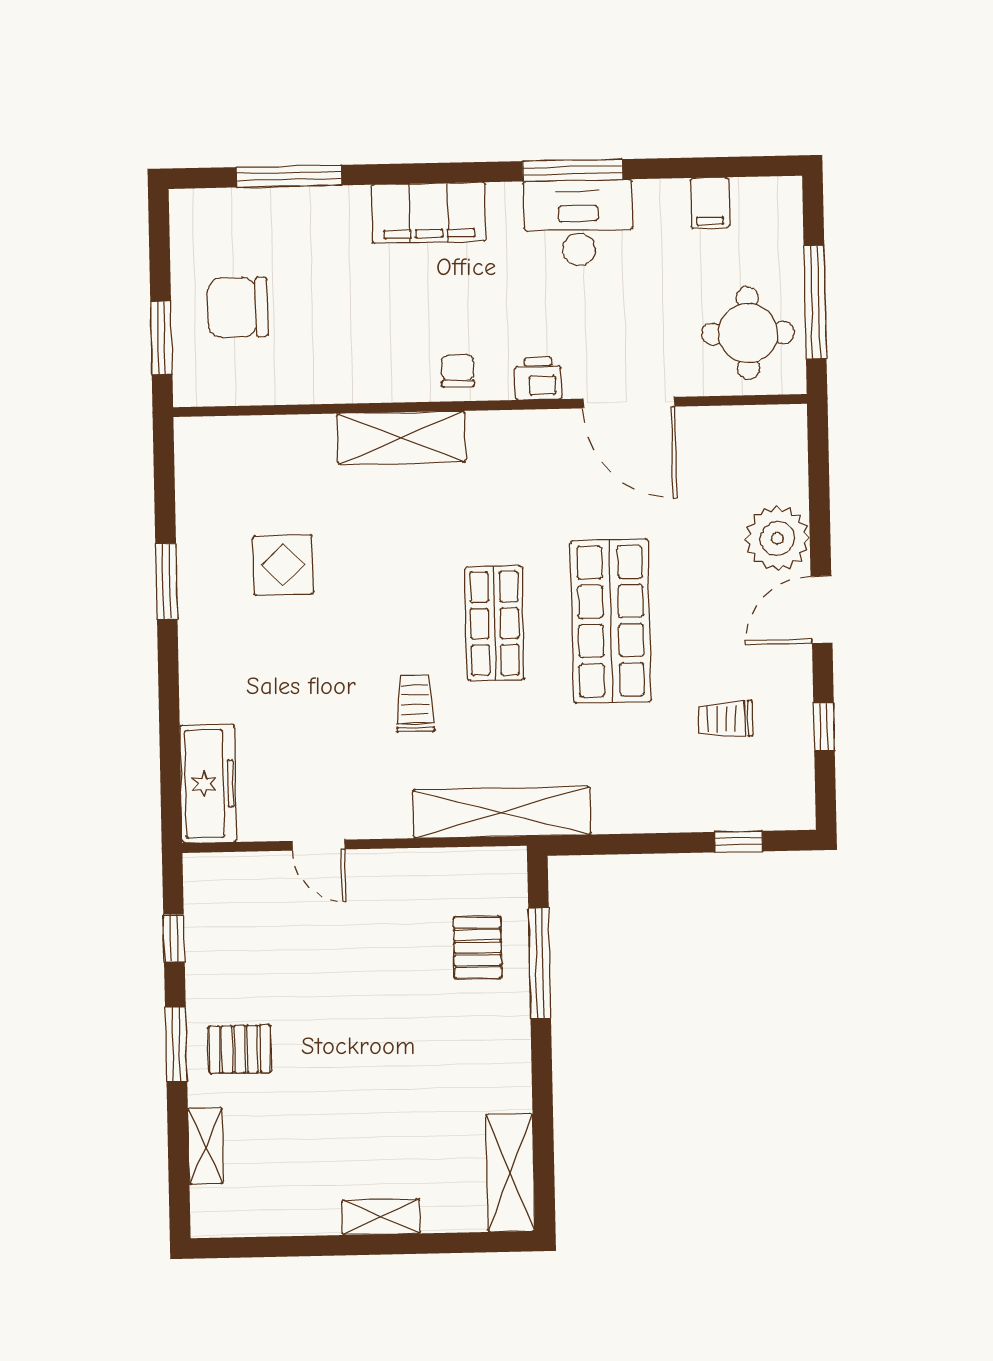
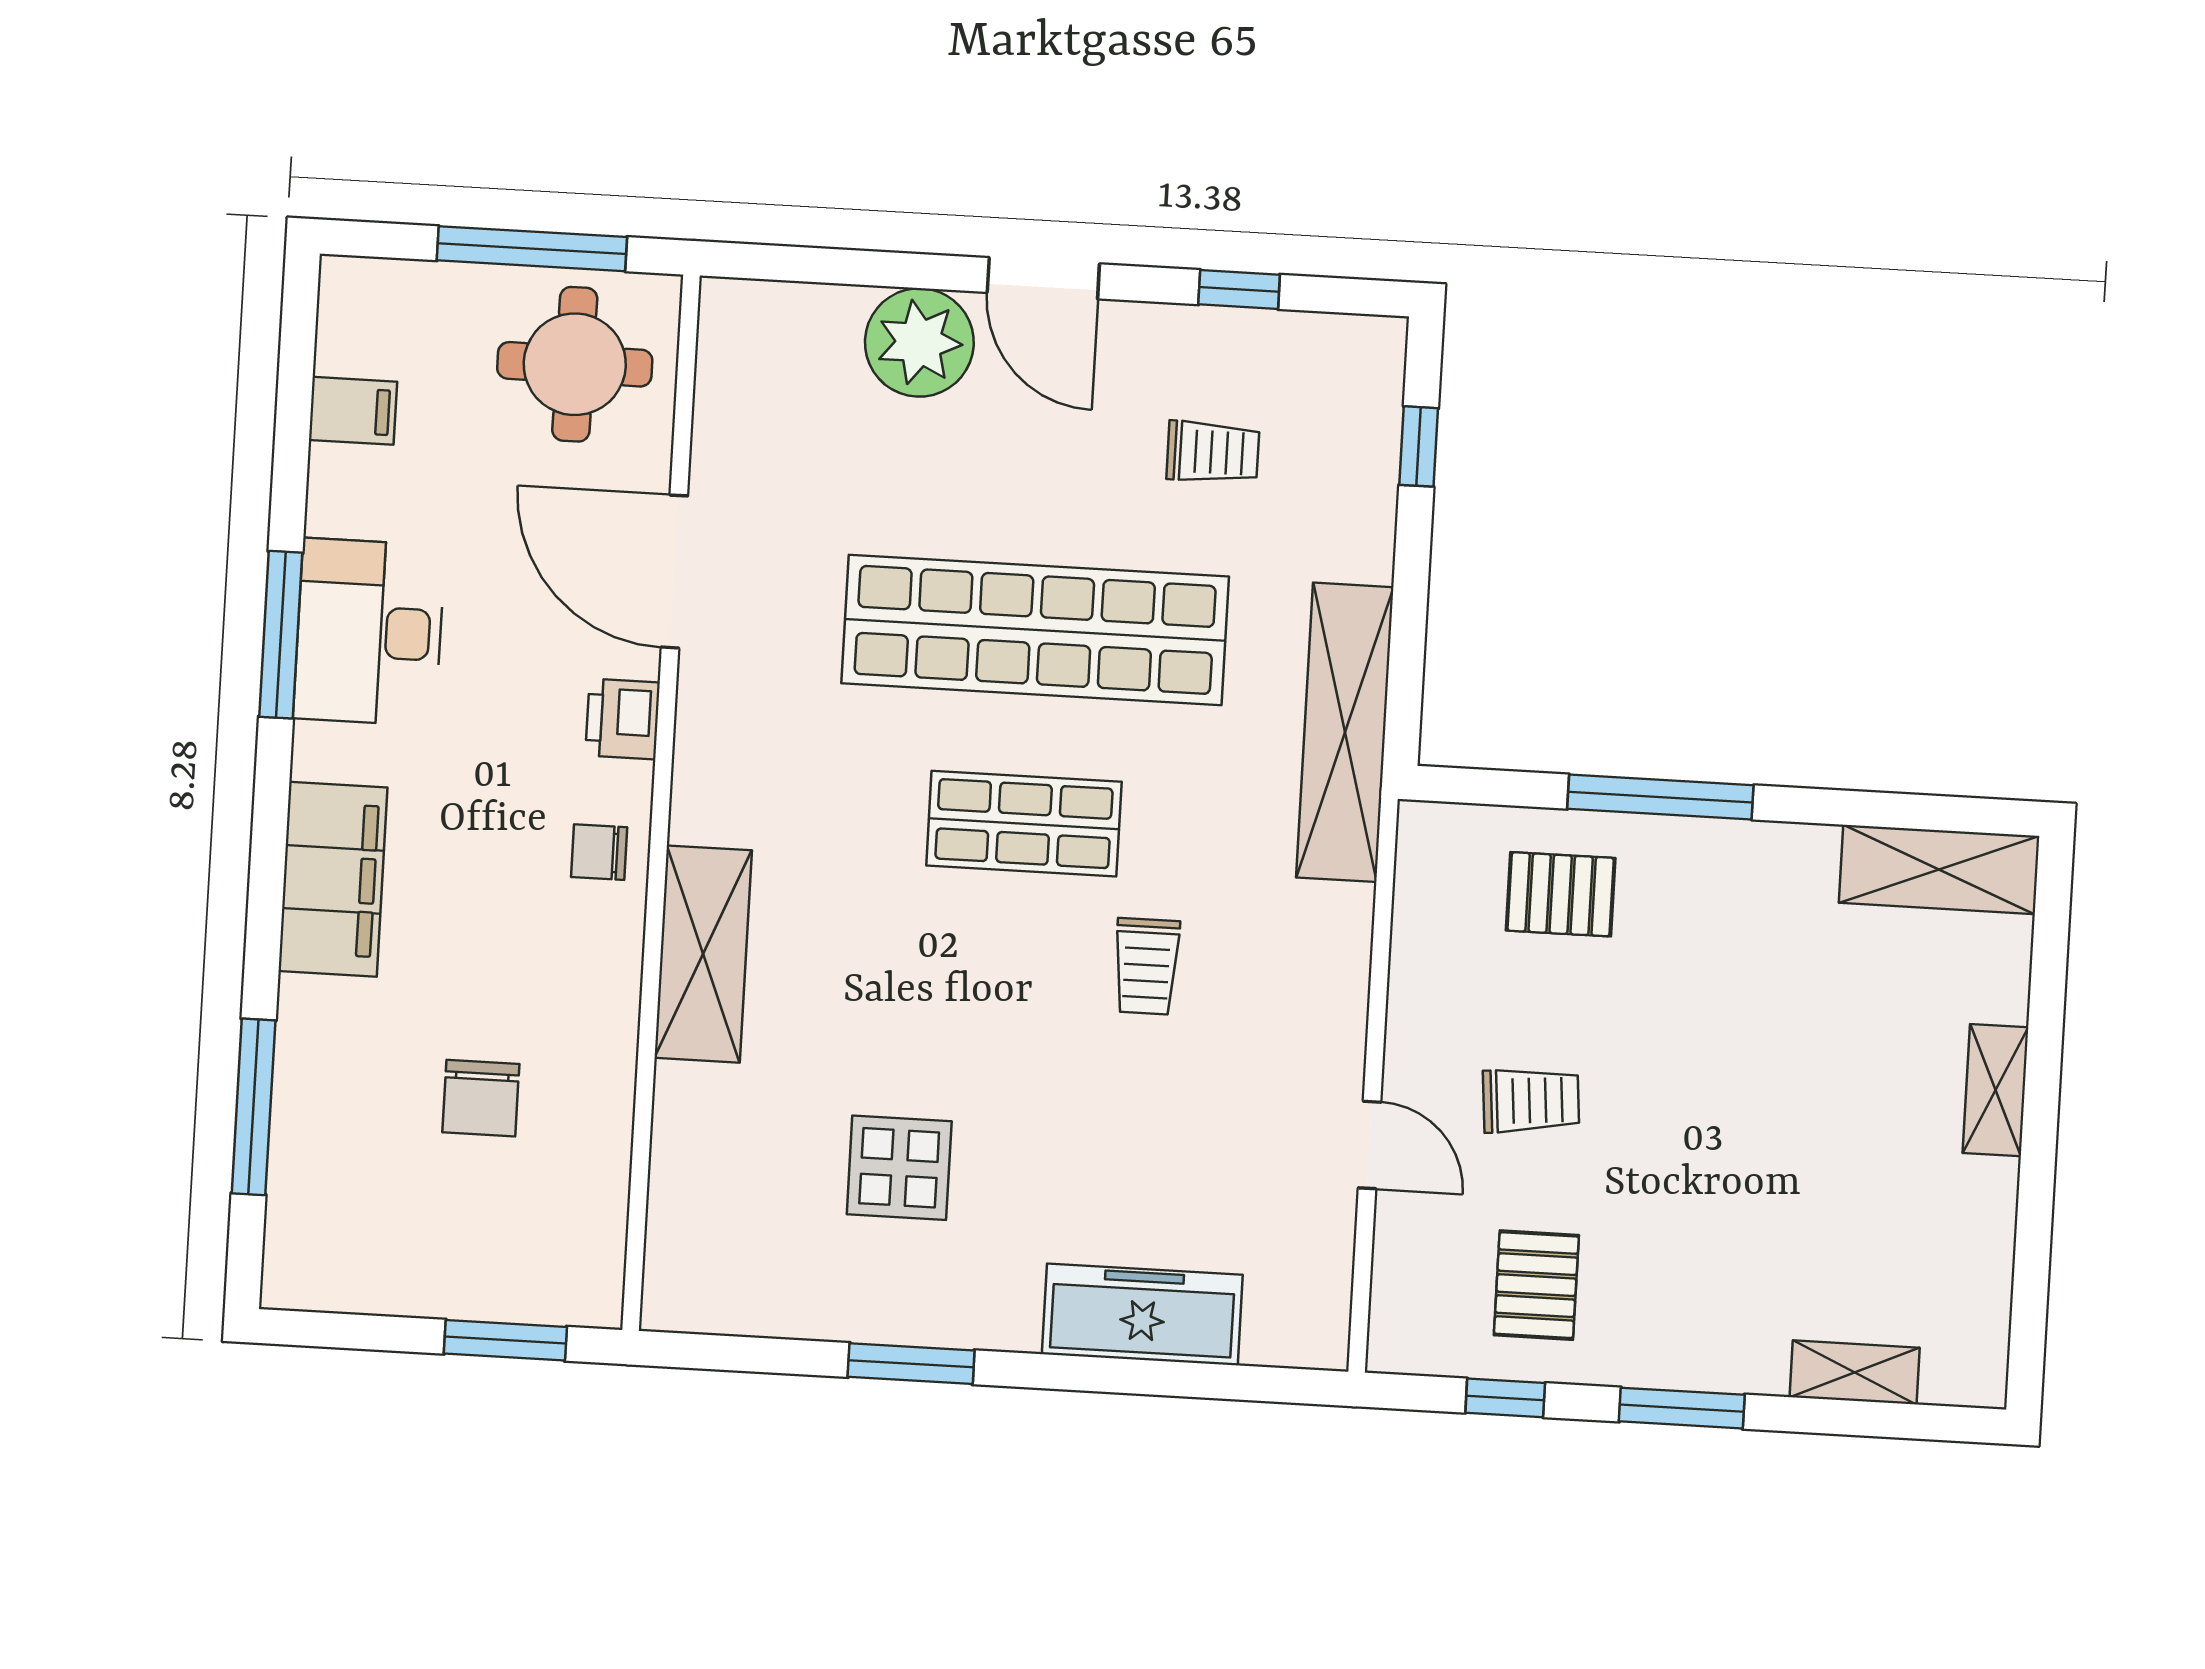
chair: (238, 307) -> (481, 1098), moved, width x0.73, depth x0.73
door: (629, 403) -> (674, 572), swing flipped
shop shelf: (611, 621) -> (1035, 630), width x1.40
trolley: (415, 703) -> (1146, 966), turned -90
trolley: (726, 719) -> (1213, 452), turned -90
freezer: (208, 784) -> (1142, 1314), moved
shelving: (502, 812) -> (1345, 732), moved
door: (319, 845) -> (1370, 1145), hinge flipped
trolley: (353, 940) -> (1531, 1100), added
window: (540, 963) -> (1660, 797), moved
pallet: (240, 1049) -> (1536, 1285), moved

